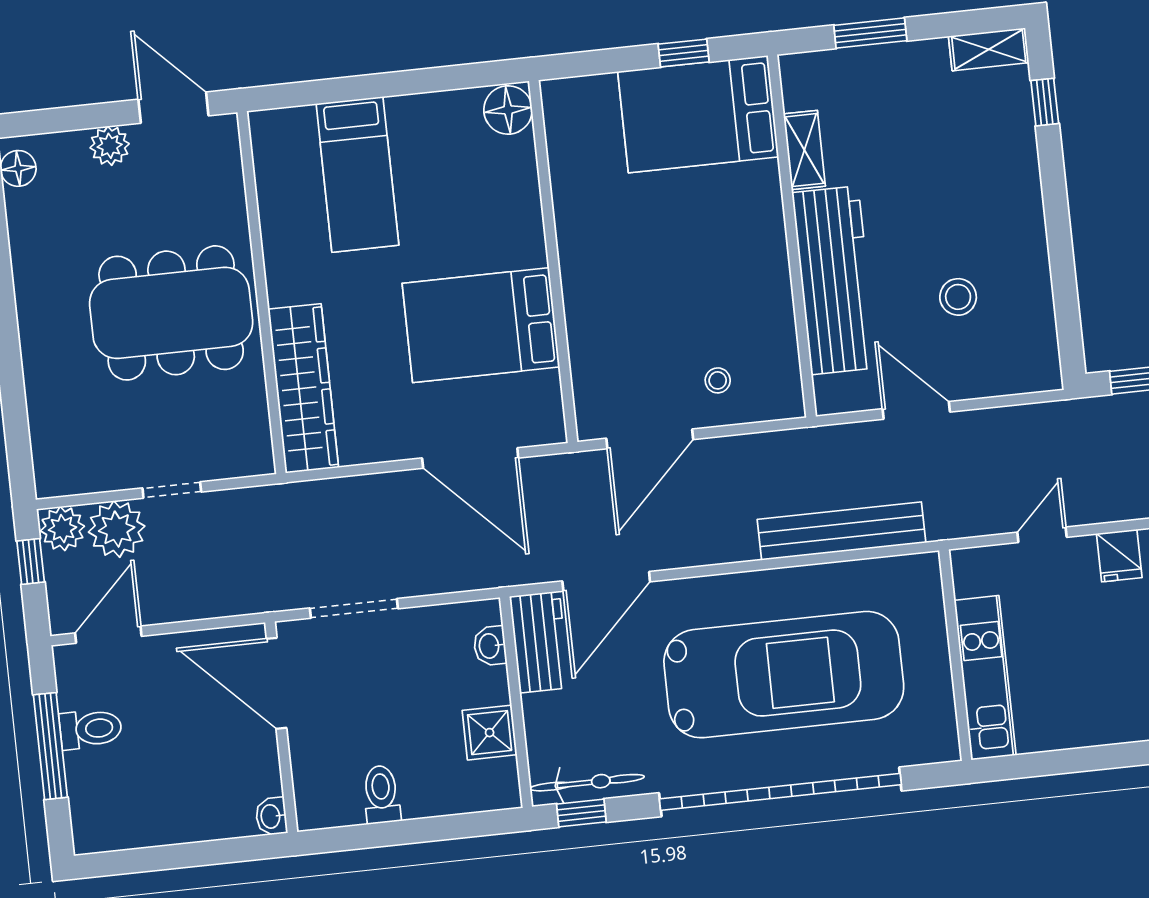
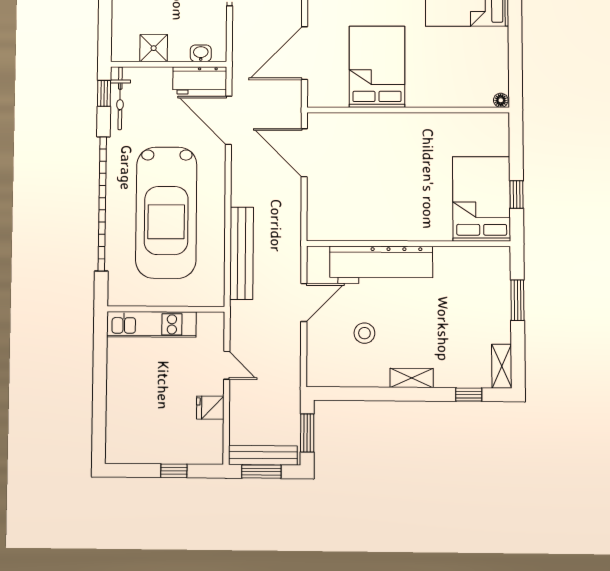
floor lamp: (508, 110) -> (501, 100), width x0.53, depth x0.53
shelving: (804, 150) -> (412, 378), moved
stool: (718, 380) -> (332, 194), removed

